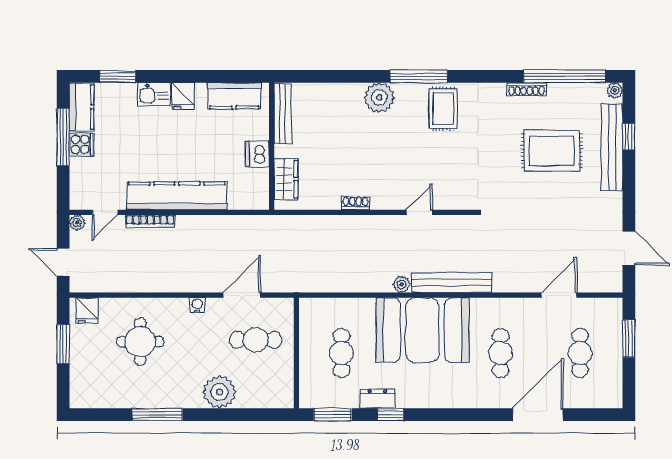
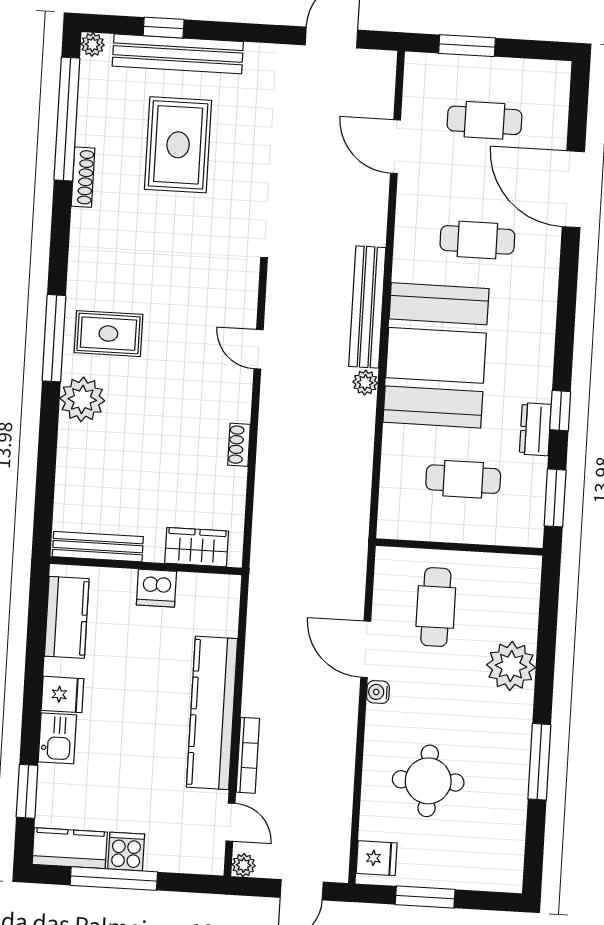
rug: (443, 109) -> (108, 334), moved
door: (242, 295) -> (366, 649), moved

